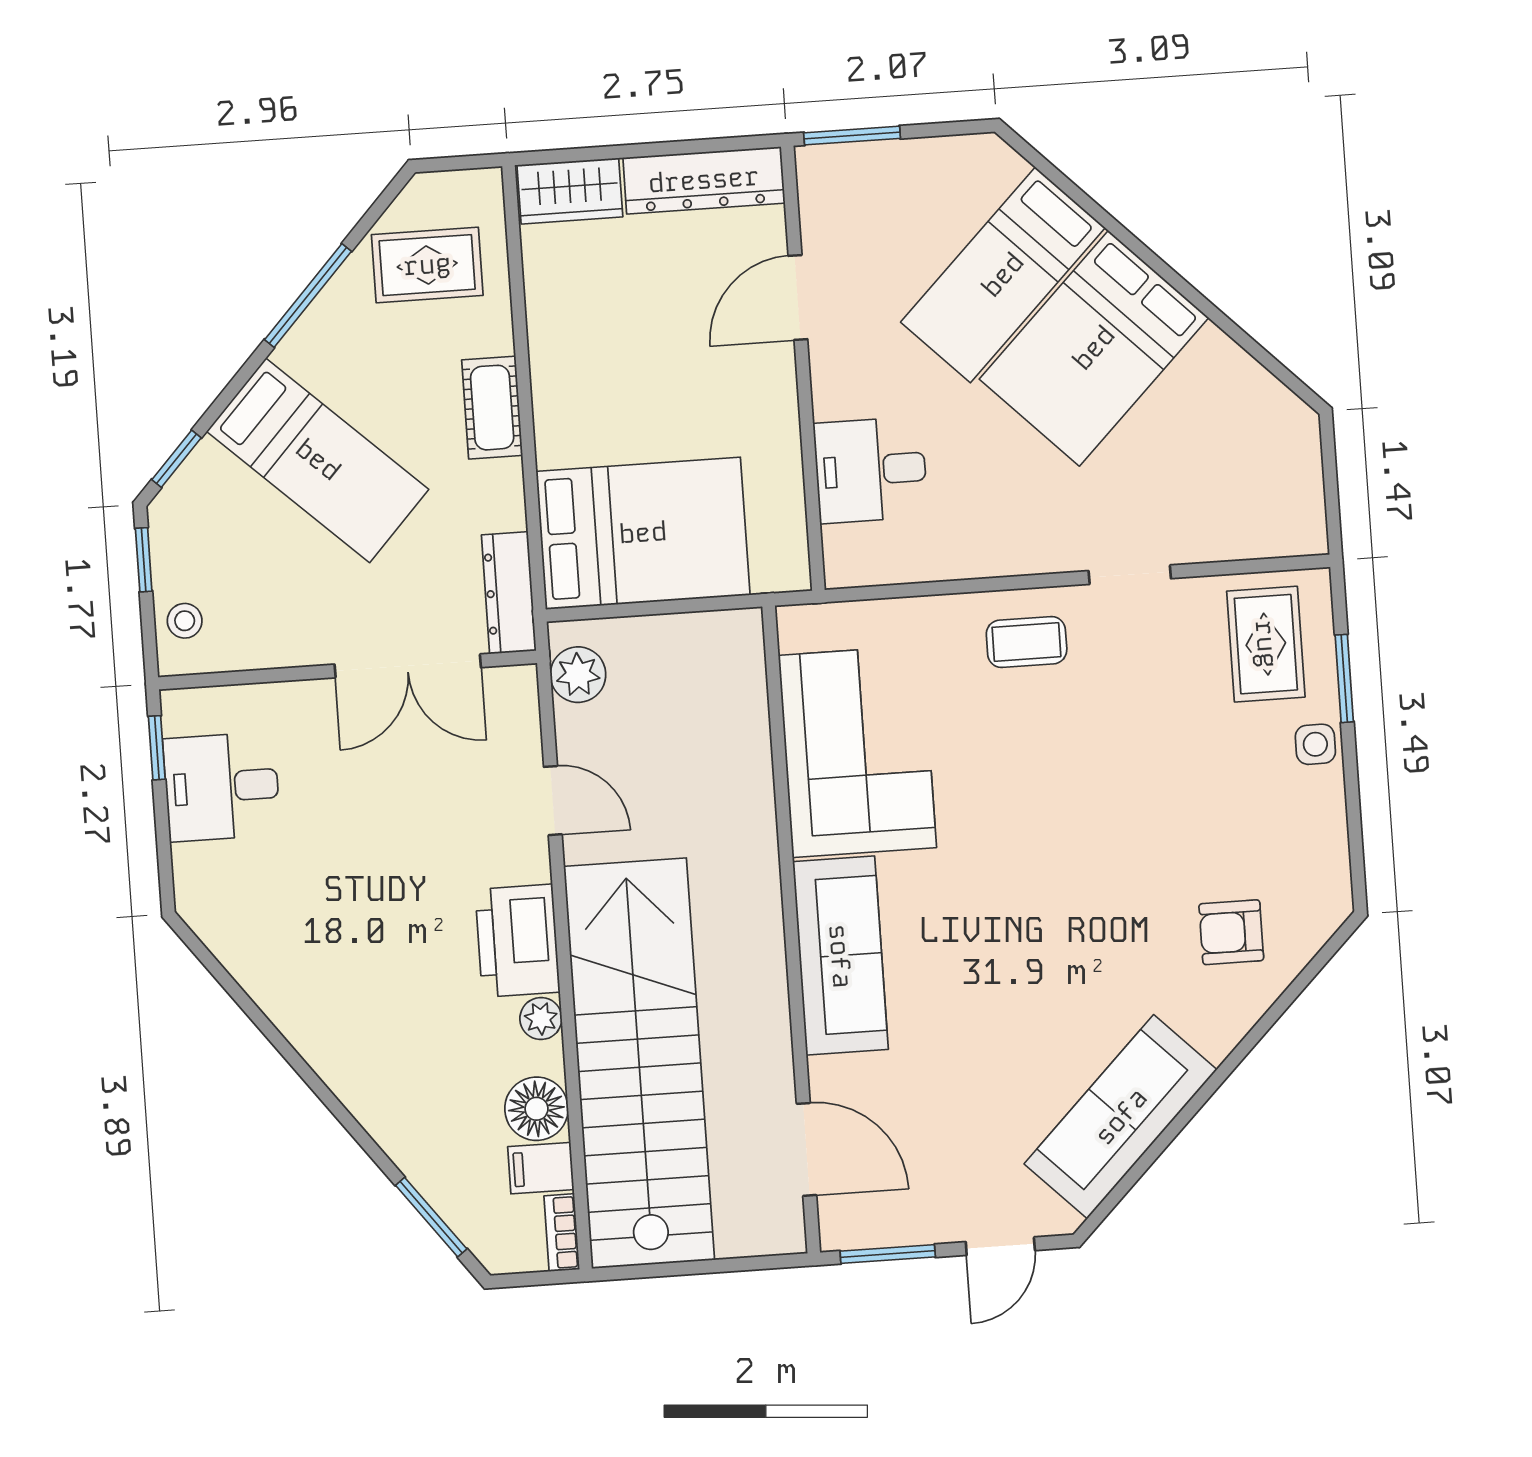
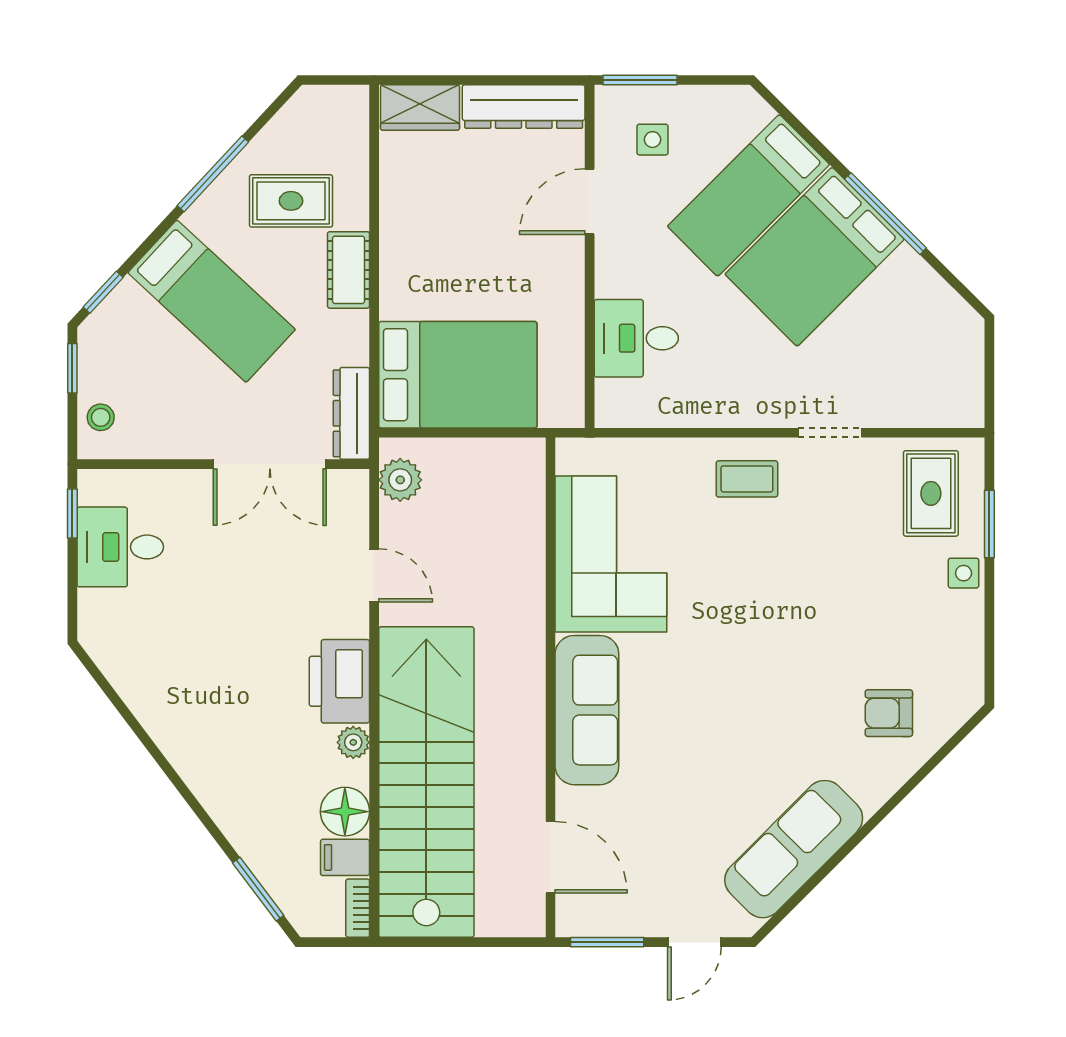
side table: (874, 211) -> (652, 140), added
rug: (427, 265) -> (291, 201), moved
window: (1182, 286) -> (885, 214), added

